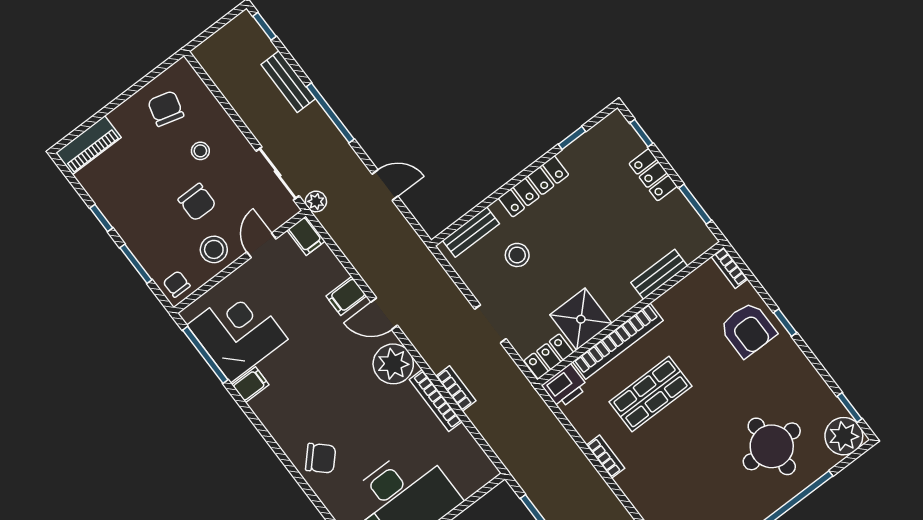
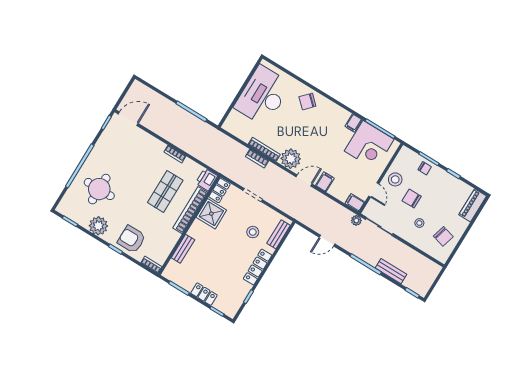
chair: (177, 284) -> (425, 168), moved
plant: (844, 436) -> (98, 226), moved

